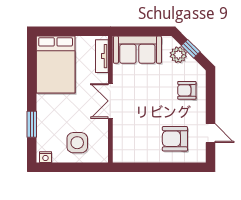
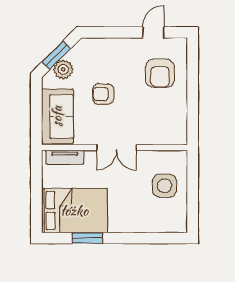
window: (191, 49) -> (56, 55), width x1.50
armchair: (187, 90) -> (103, 94), moved, turned 90
window: (32, 124) -> (87, 238), moved
nightstand: (45, 157) -> (181, 222), removed

